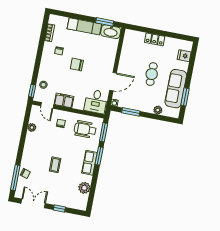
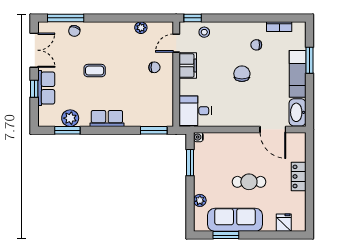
window: (105, 22) -> (310, 60), moved
door: (113, 82) -> (273, 129), moved
wheelchair: (85, 129) -> (153, 103), removed
window: (99, 156) -> (67, 130), moved
row of seats: (61, 200) -> (46, 88), added

